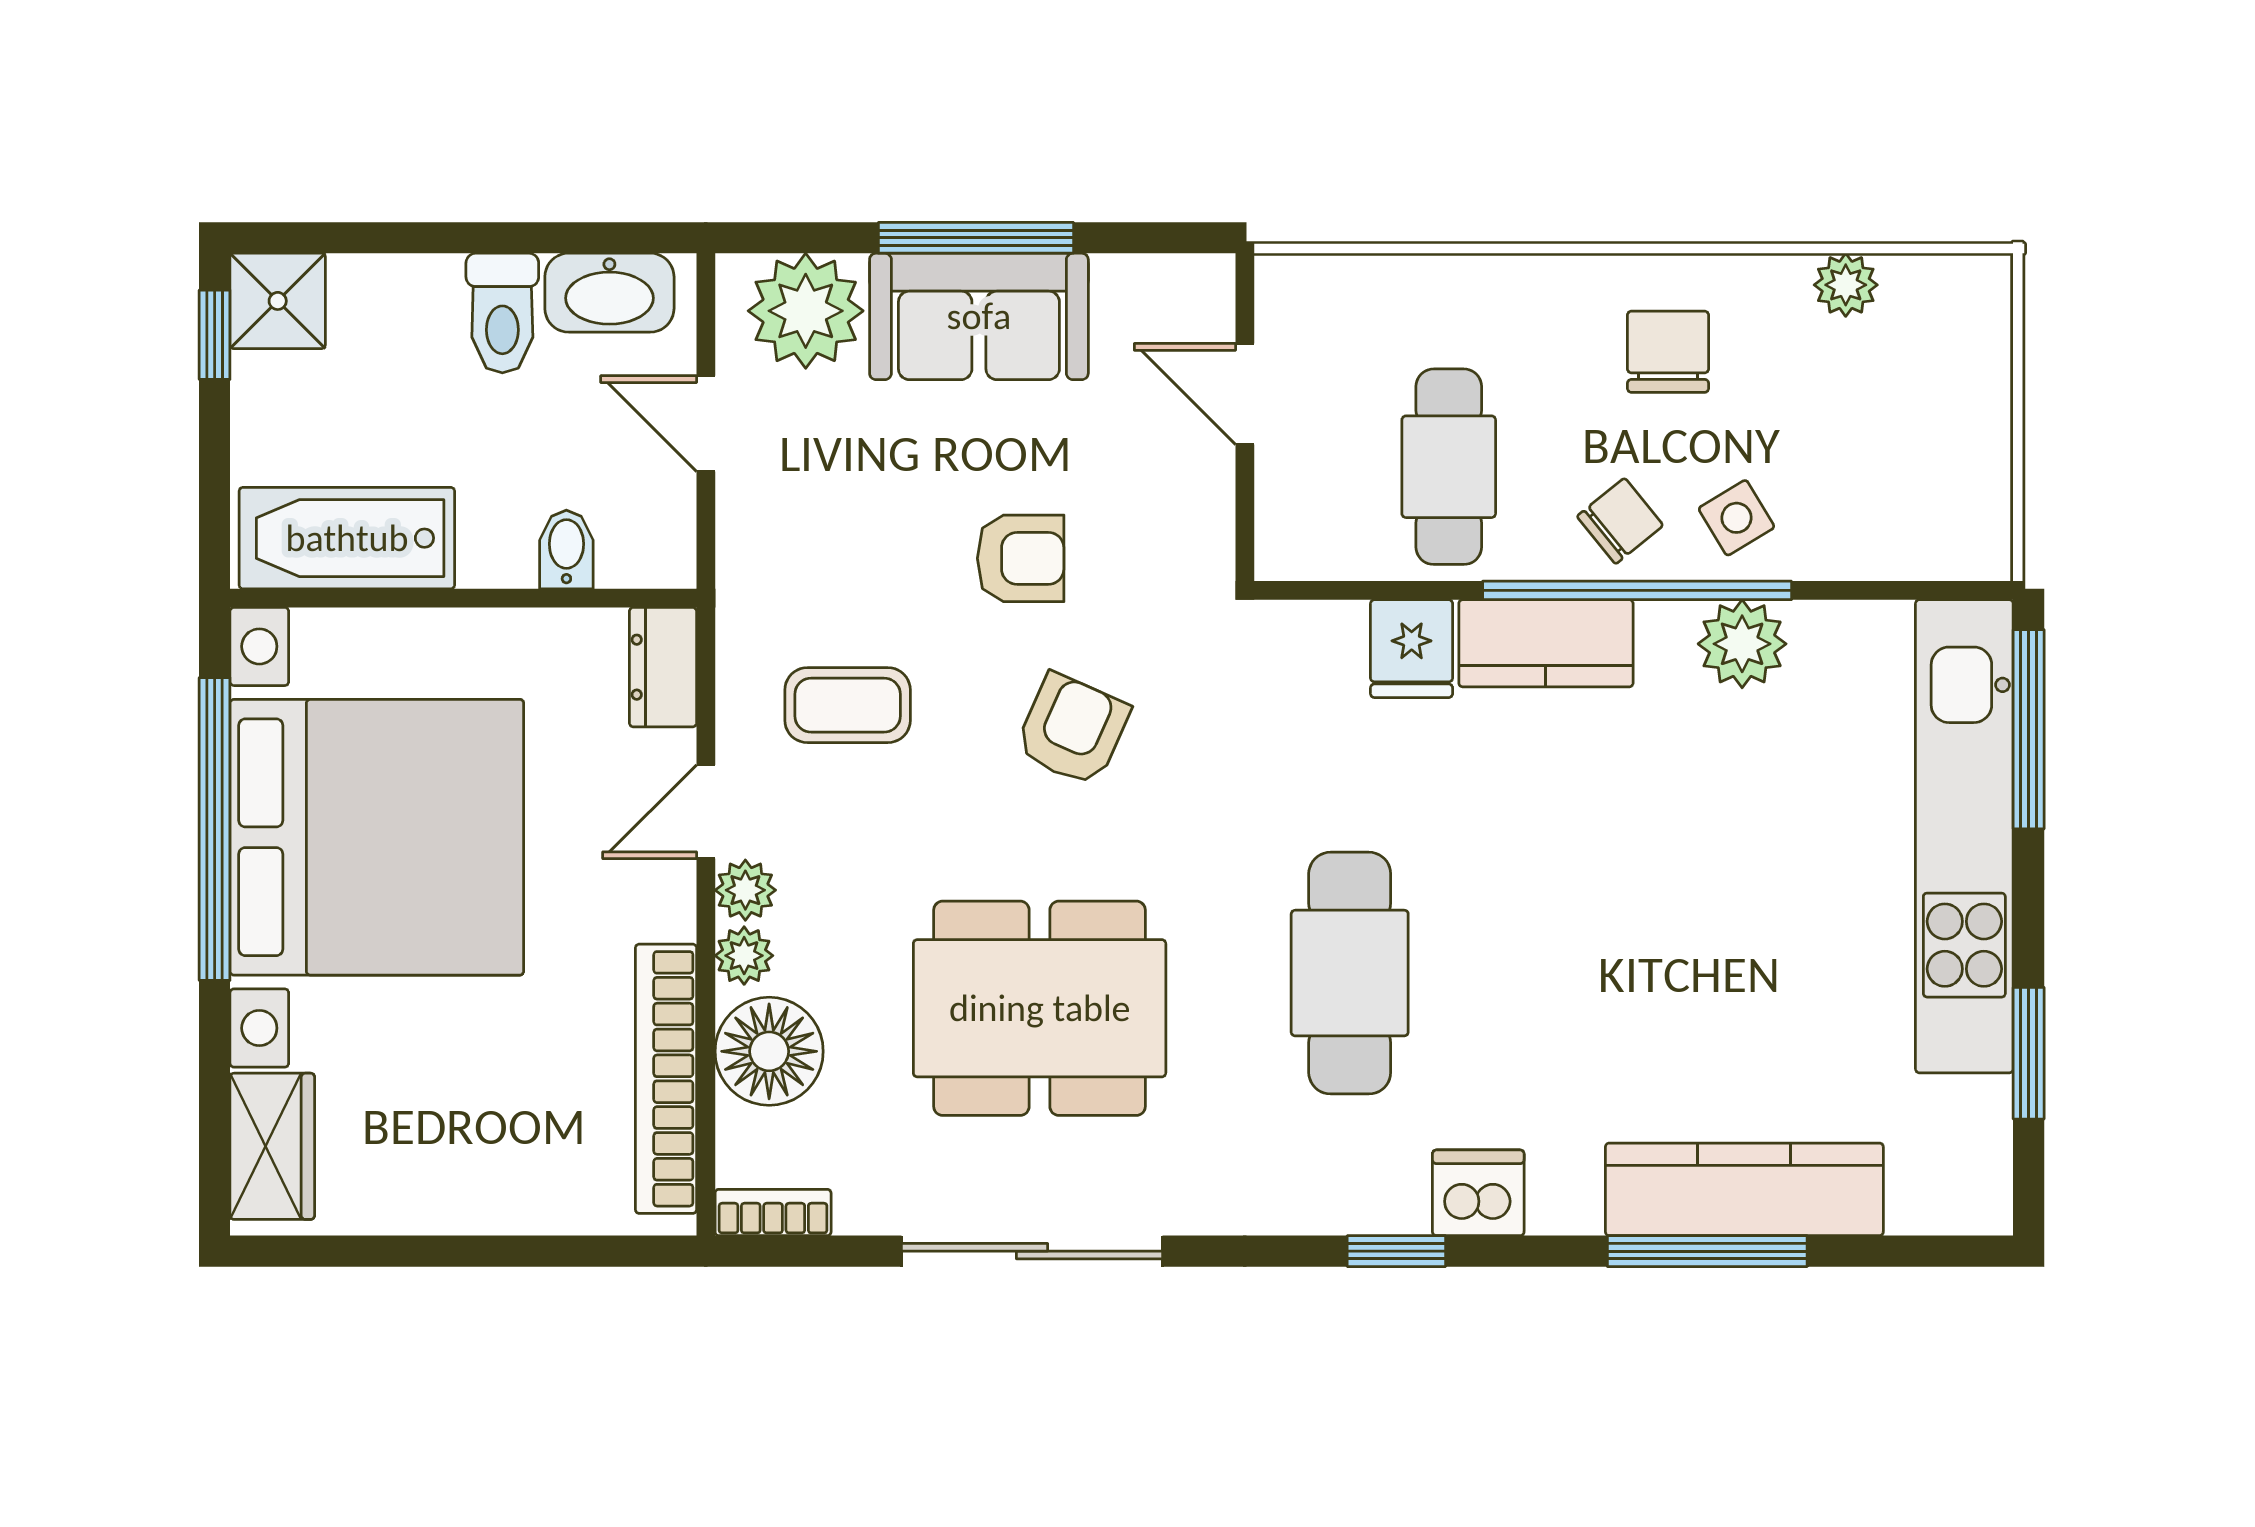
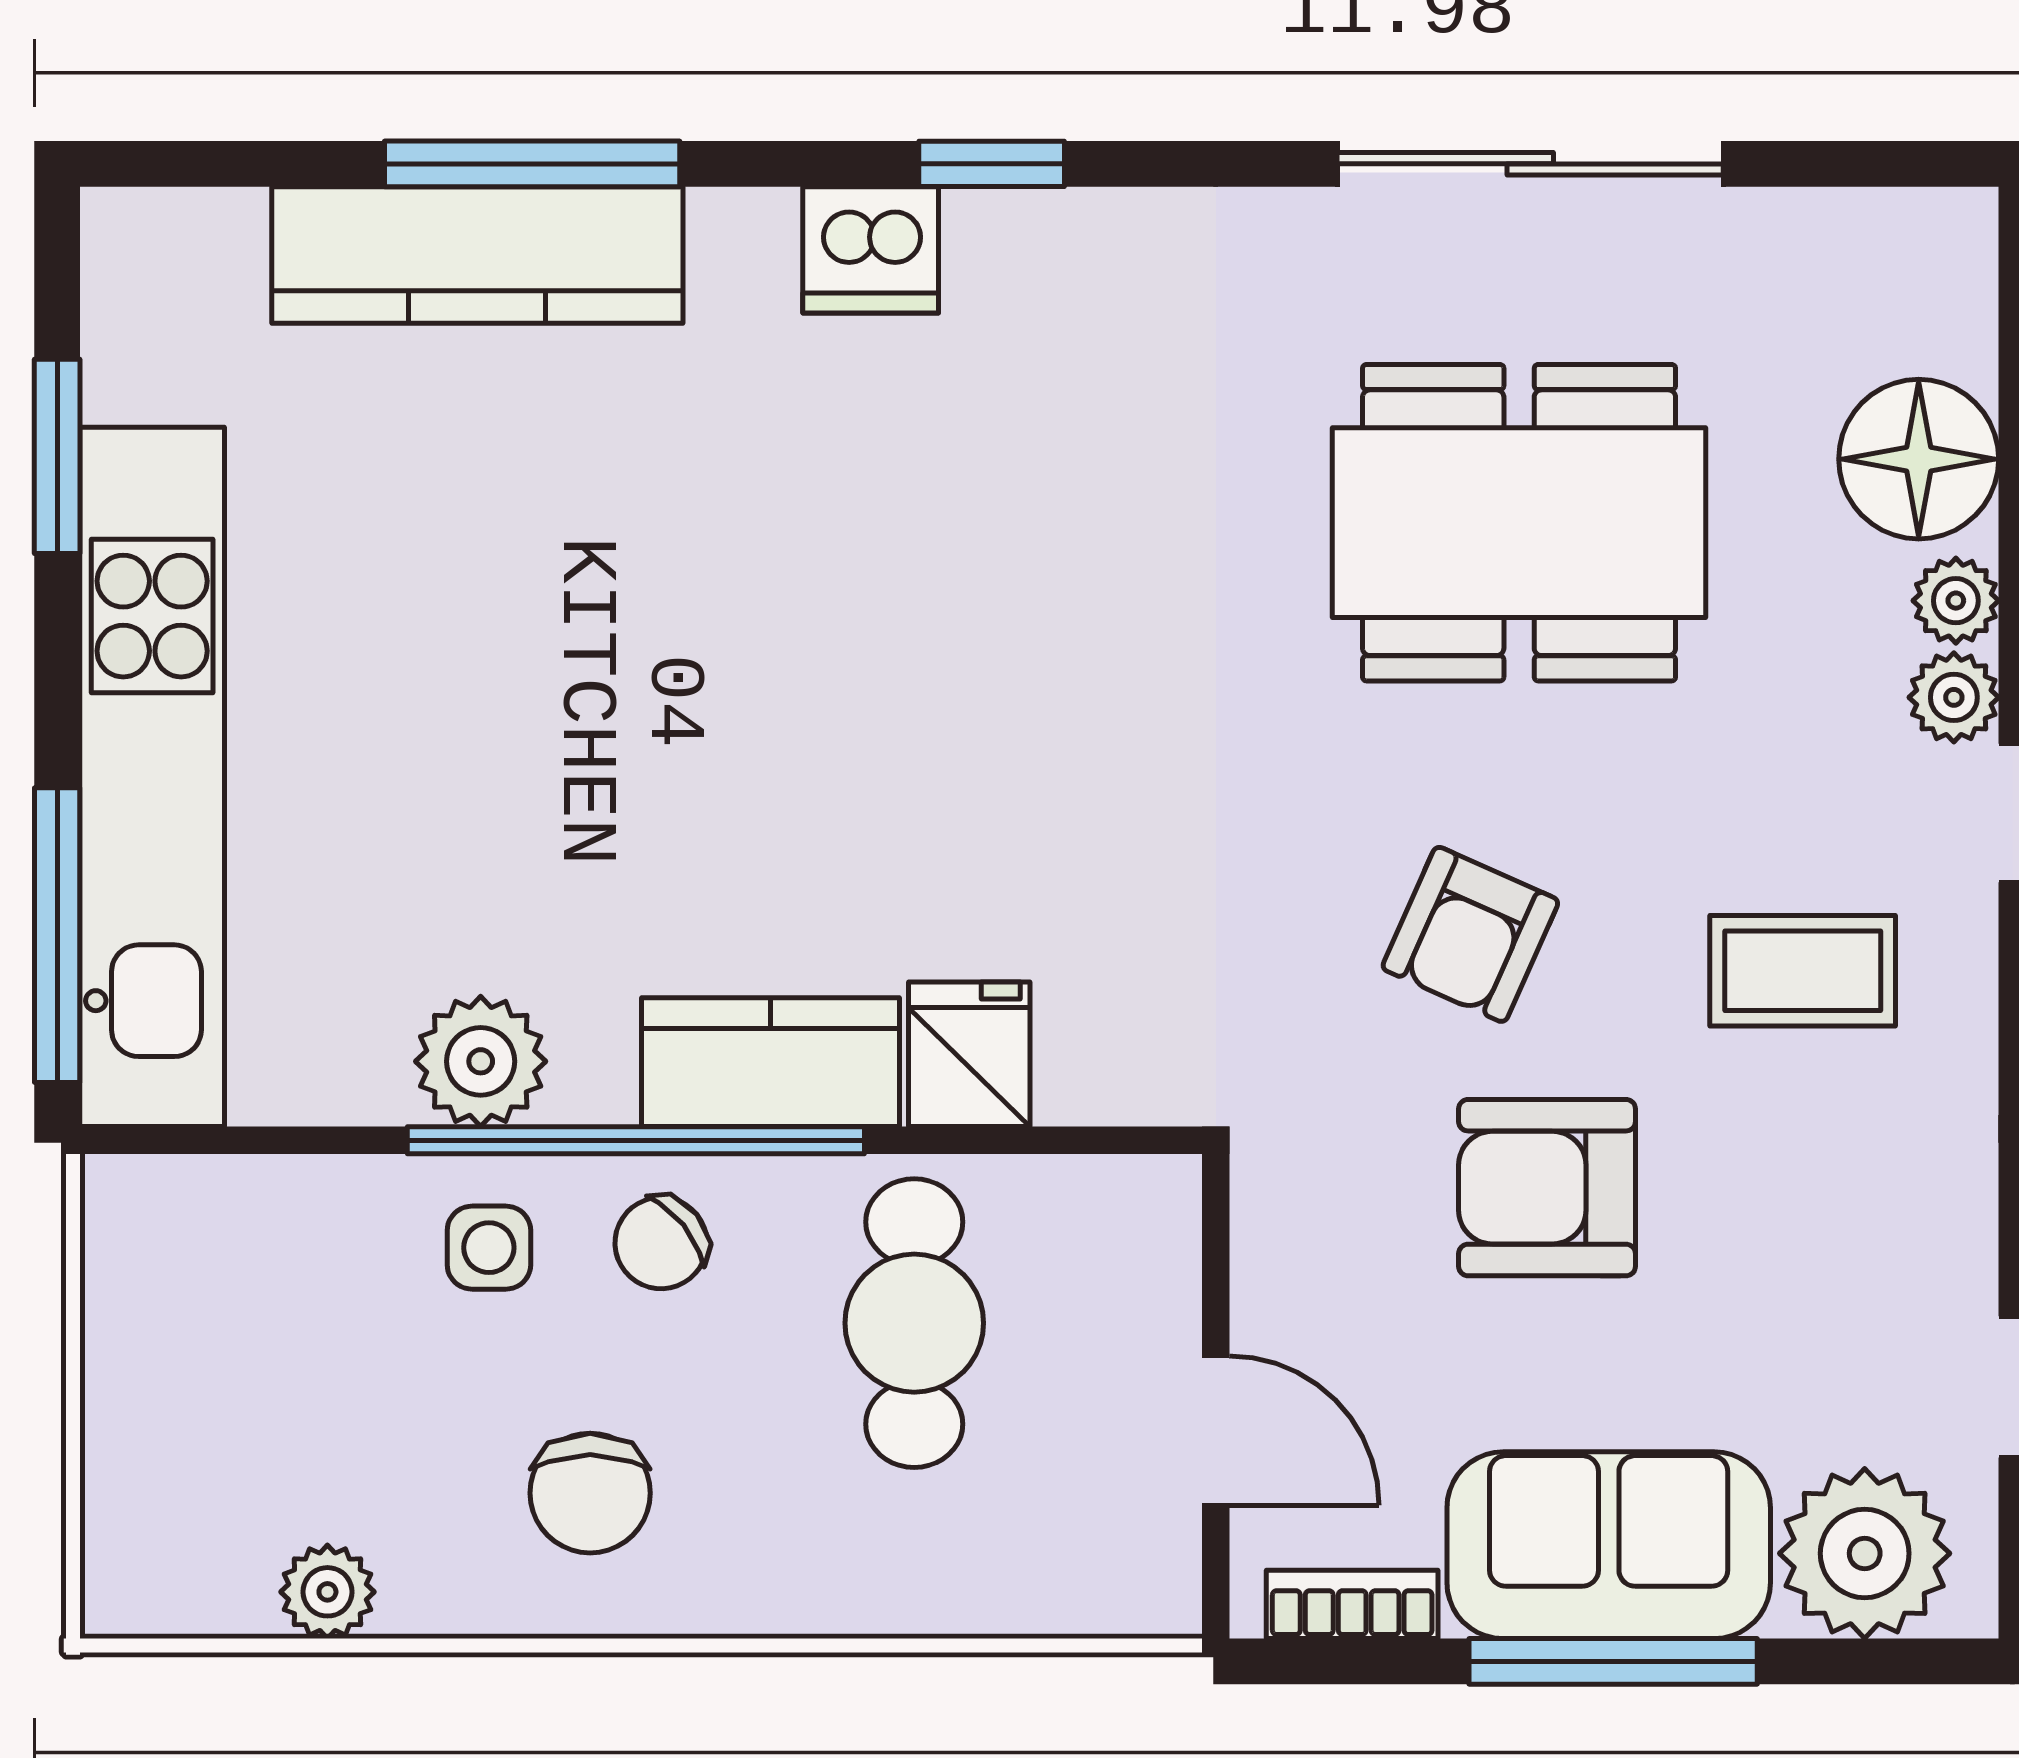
side table: (1736, 518) -> (489, 1248), turned 31
armchair: (1021, 558) -> (1547, 1188), width x1.38, depth x1.38
cafe table: (1350, 973) -> (1061, 575), removed
bookcase: (773, 1213) -> (1352, 1604), moved, turned 180

